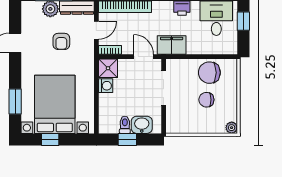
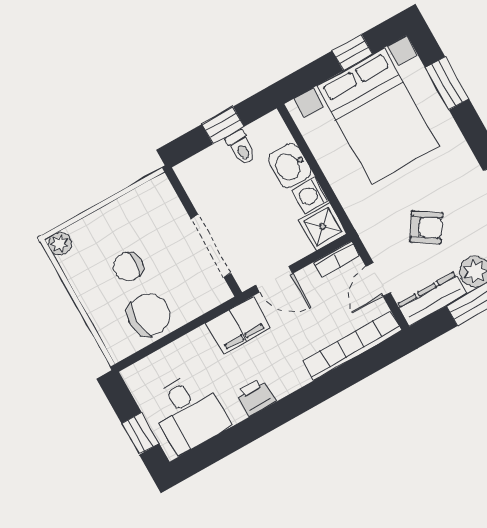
armchair: (61, 41) -> (426, 227), turned 123
chair: (206, 100) -> (128, 267), turned 180
washbasin: (142, 125) -> (290, 166), moved, turned 90

